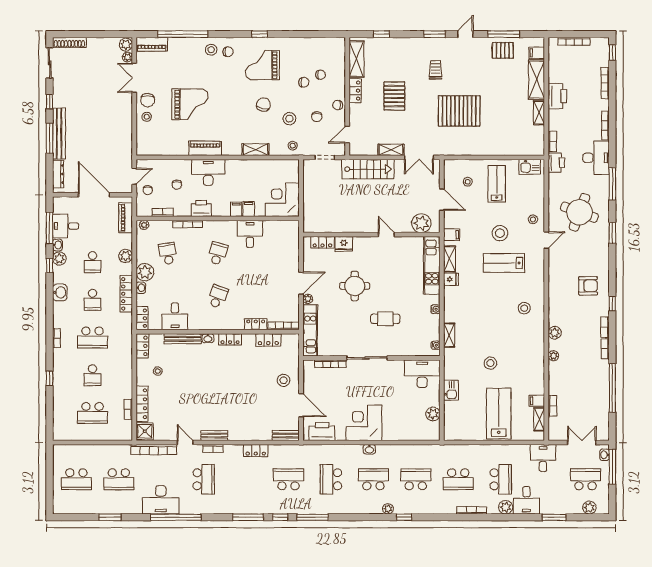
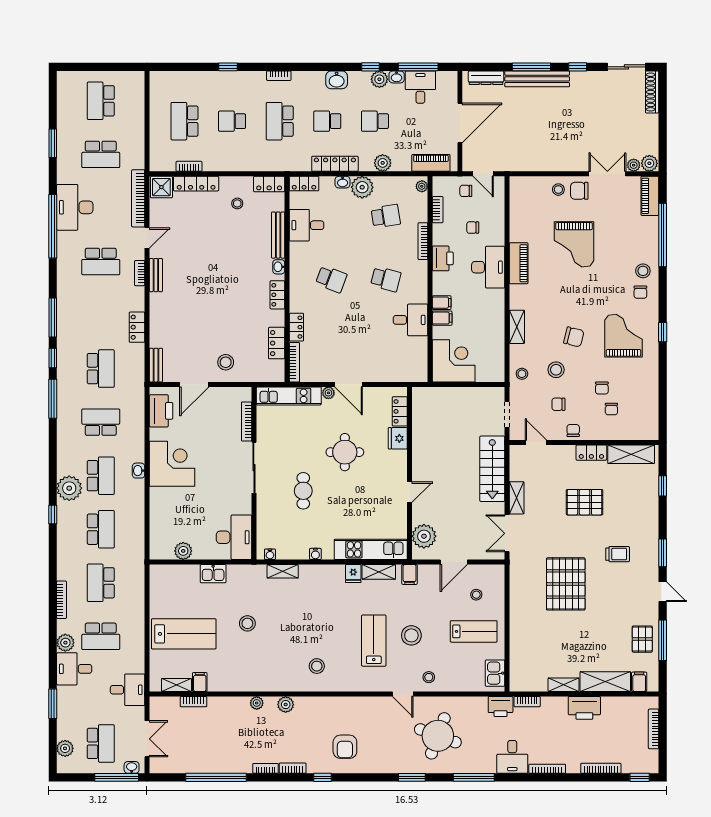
desk: (596, 158) -> (512, 757), width x0.73
school desk: (119, 479) -> (101, 154), turned -90
plant: (388, 509) -> (69, 488), width x1.88, depth x1.88

